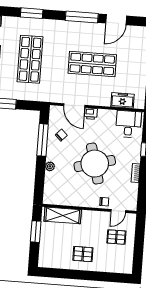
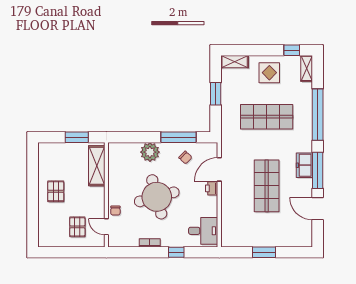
window: (32, 13) -> (318, 115), width x2.11
freezer: (122, 100) -> (304, 165), moved, turned 180
plant: (50, 166) -> (150, 152), width x1.88, depth x1.88

